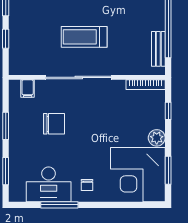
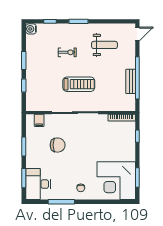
treadmill: (84, 37) -> (79, 84), turned 180
bench: (158, 49) -> (131, 81), moved
plant: (157, 138) -> (129, 155), removed
desk: (49, 184) -> (38, 184), moved, turned 90

